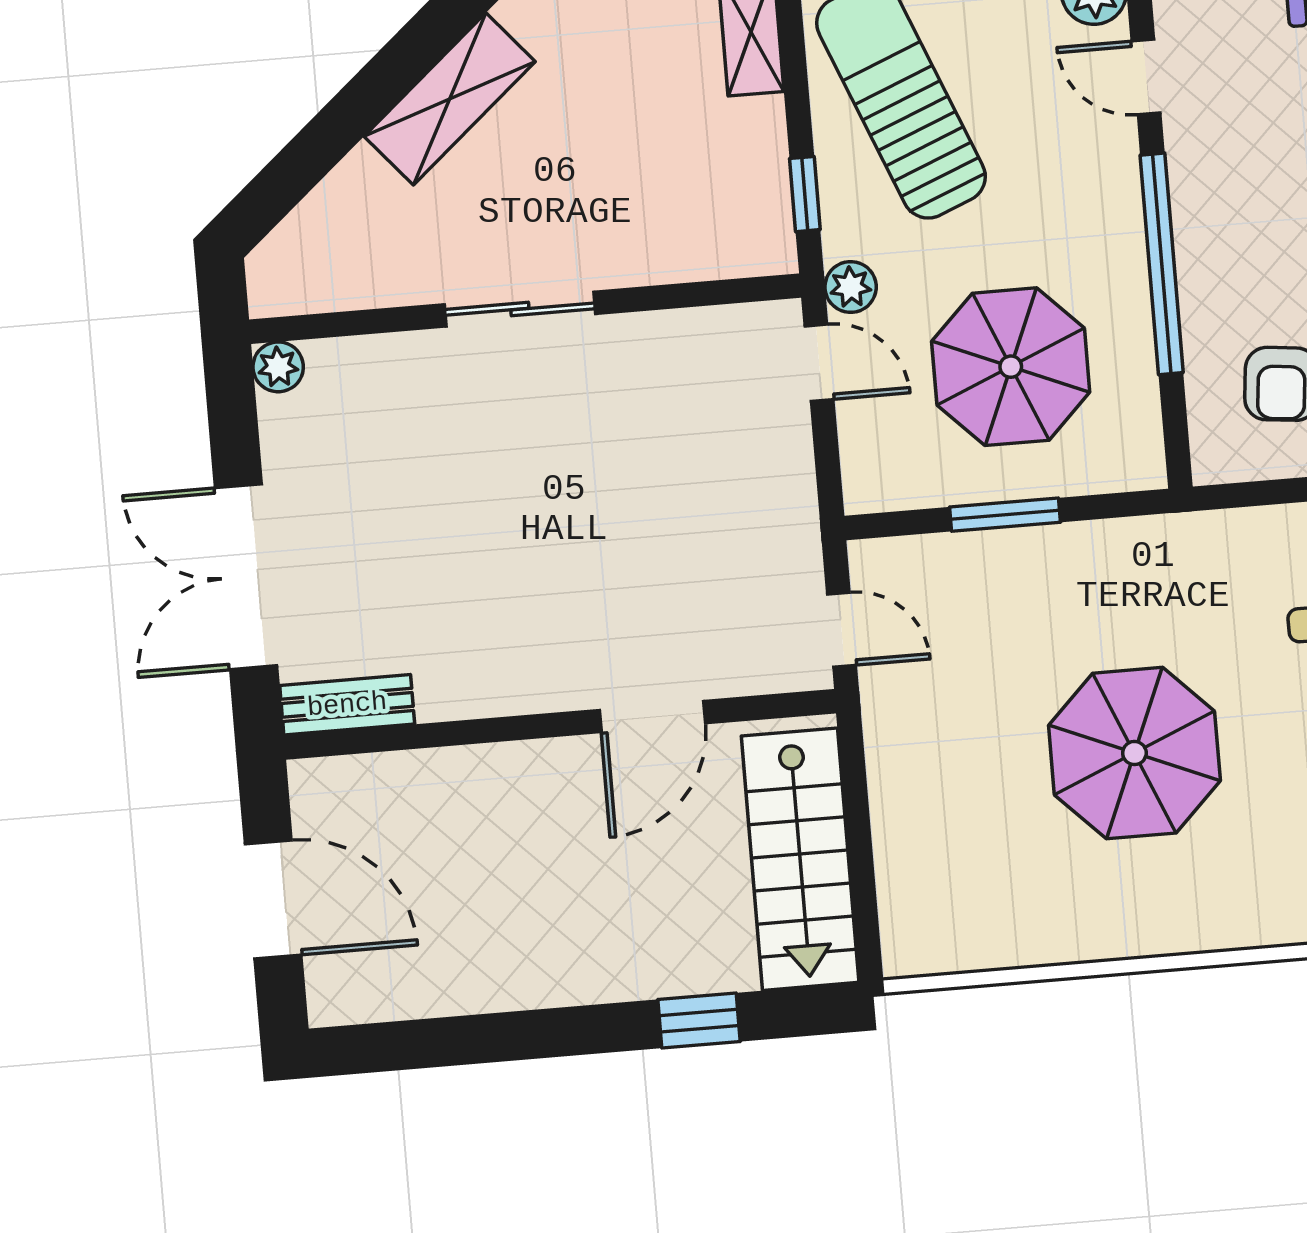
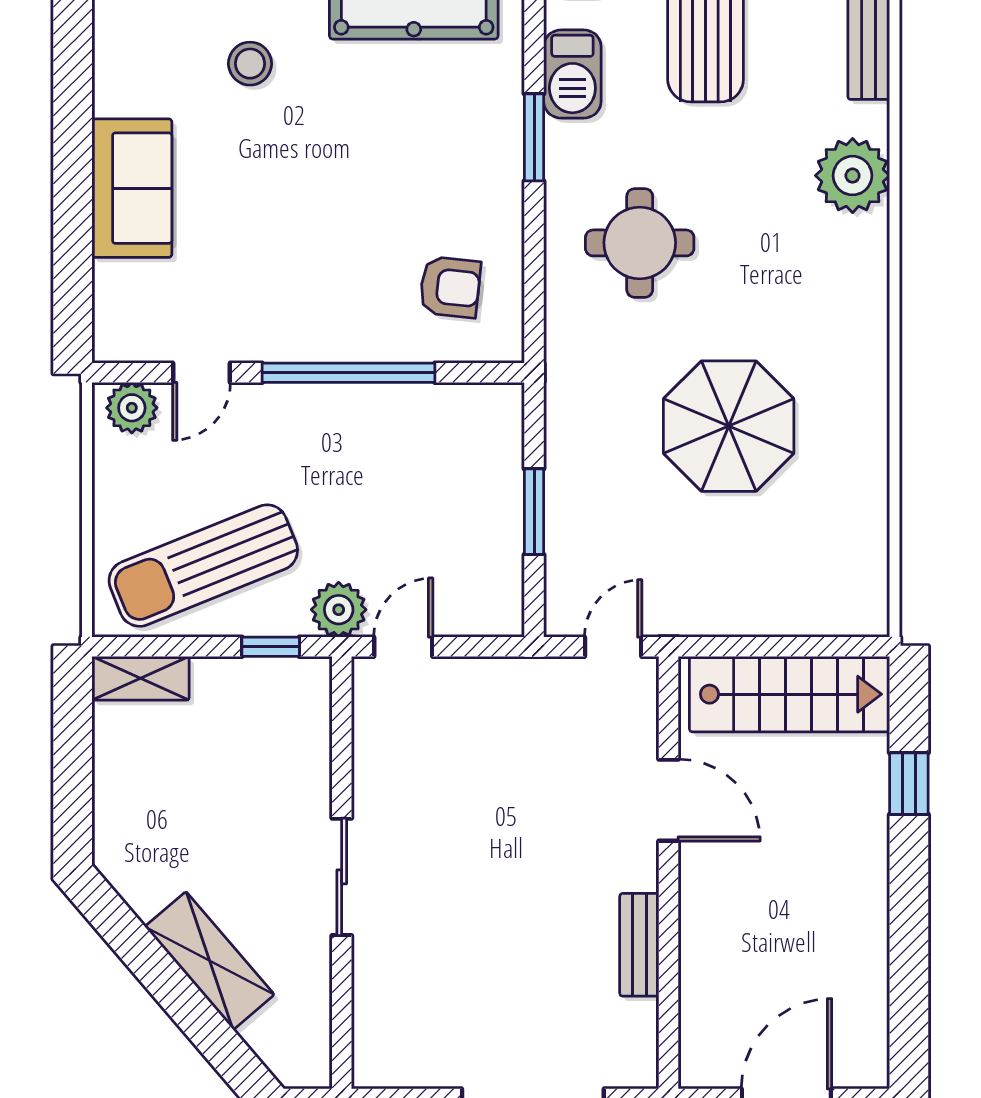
shelving: (450, 99) -> (210, 961), moved
plant: (851, 287) -> (339, 610), width x1.38, depth x1.38
plant: (278, 367) -> (371, 1069), removed
parasol: (1011, 367) -> (419, 497), removed
bench: (347, 705) -> (639, 945), moved

